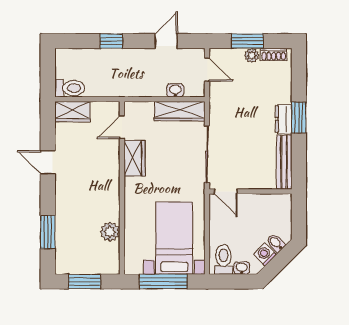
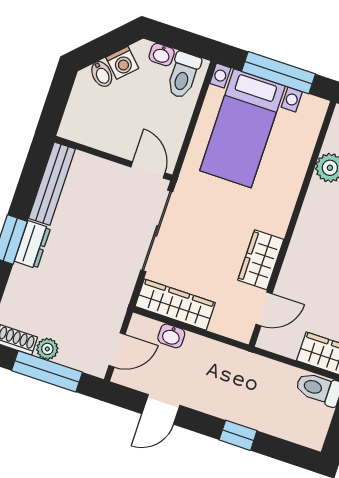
window: (247, 41) -> (47, 371), width x1.44
door: (207, 70) -> (117, 350), swing flipped

